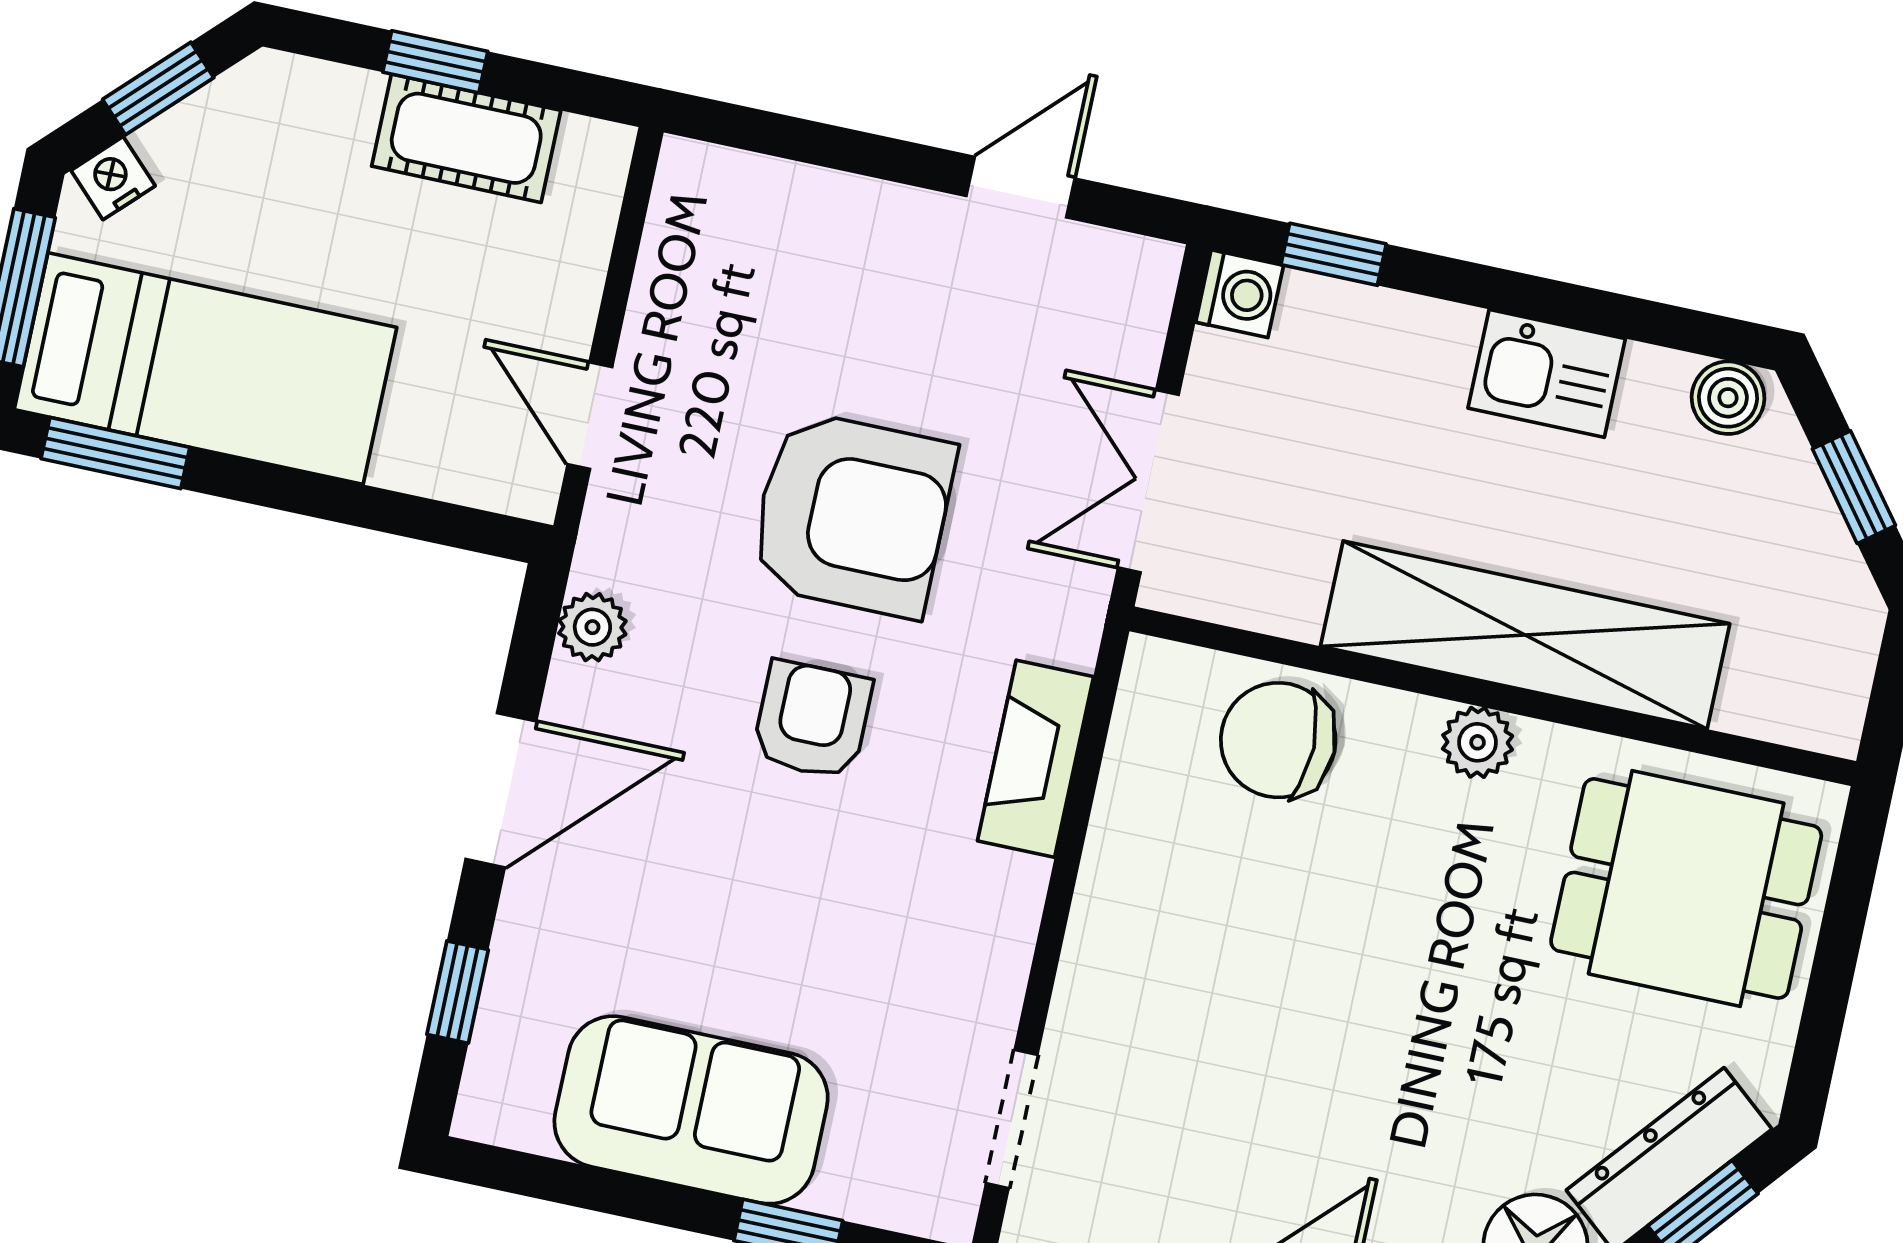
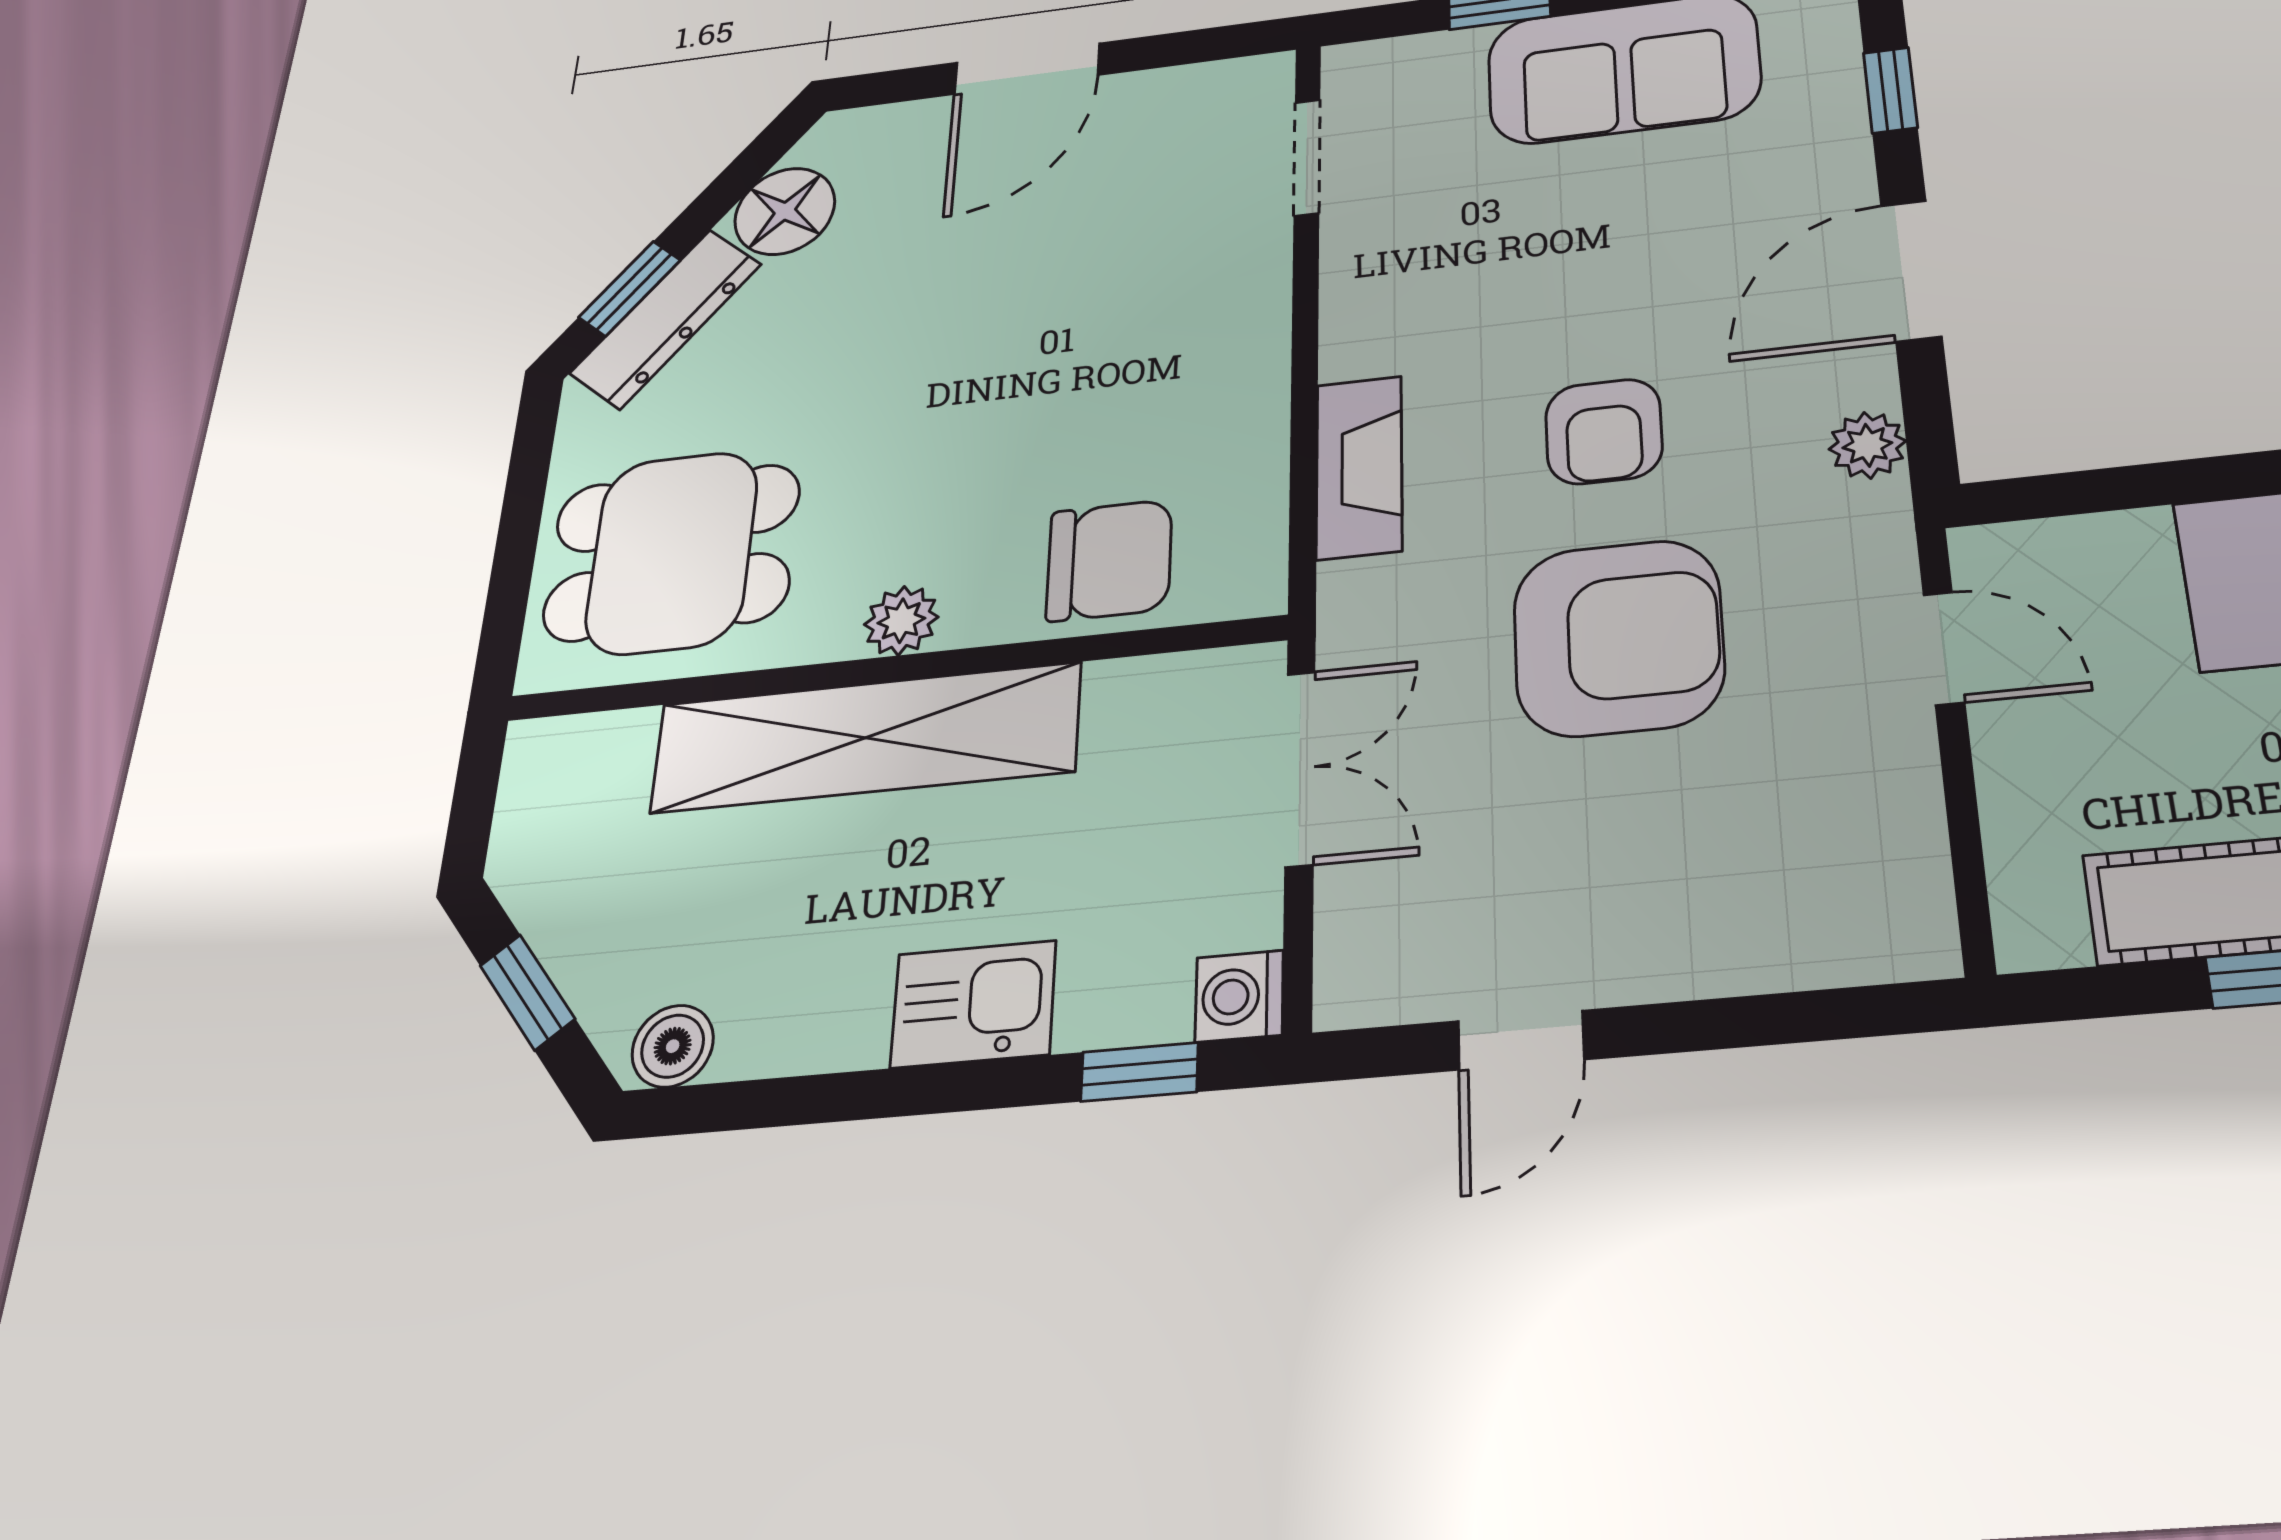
kitchen sink: (1547, 373) -> (973, 1004), moved
armchair: (852, 514) -> (1618, 638), turned 180

